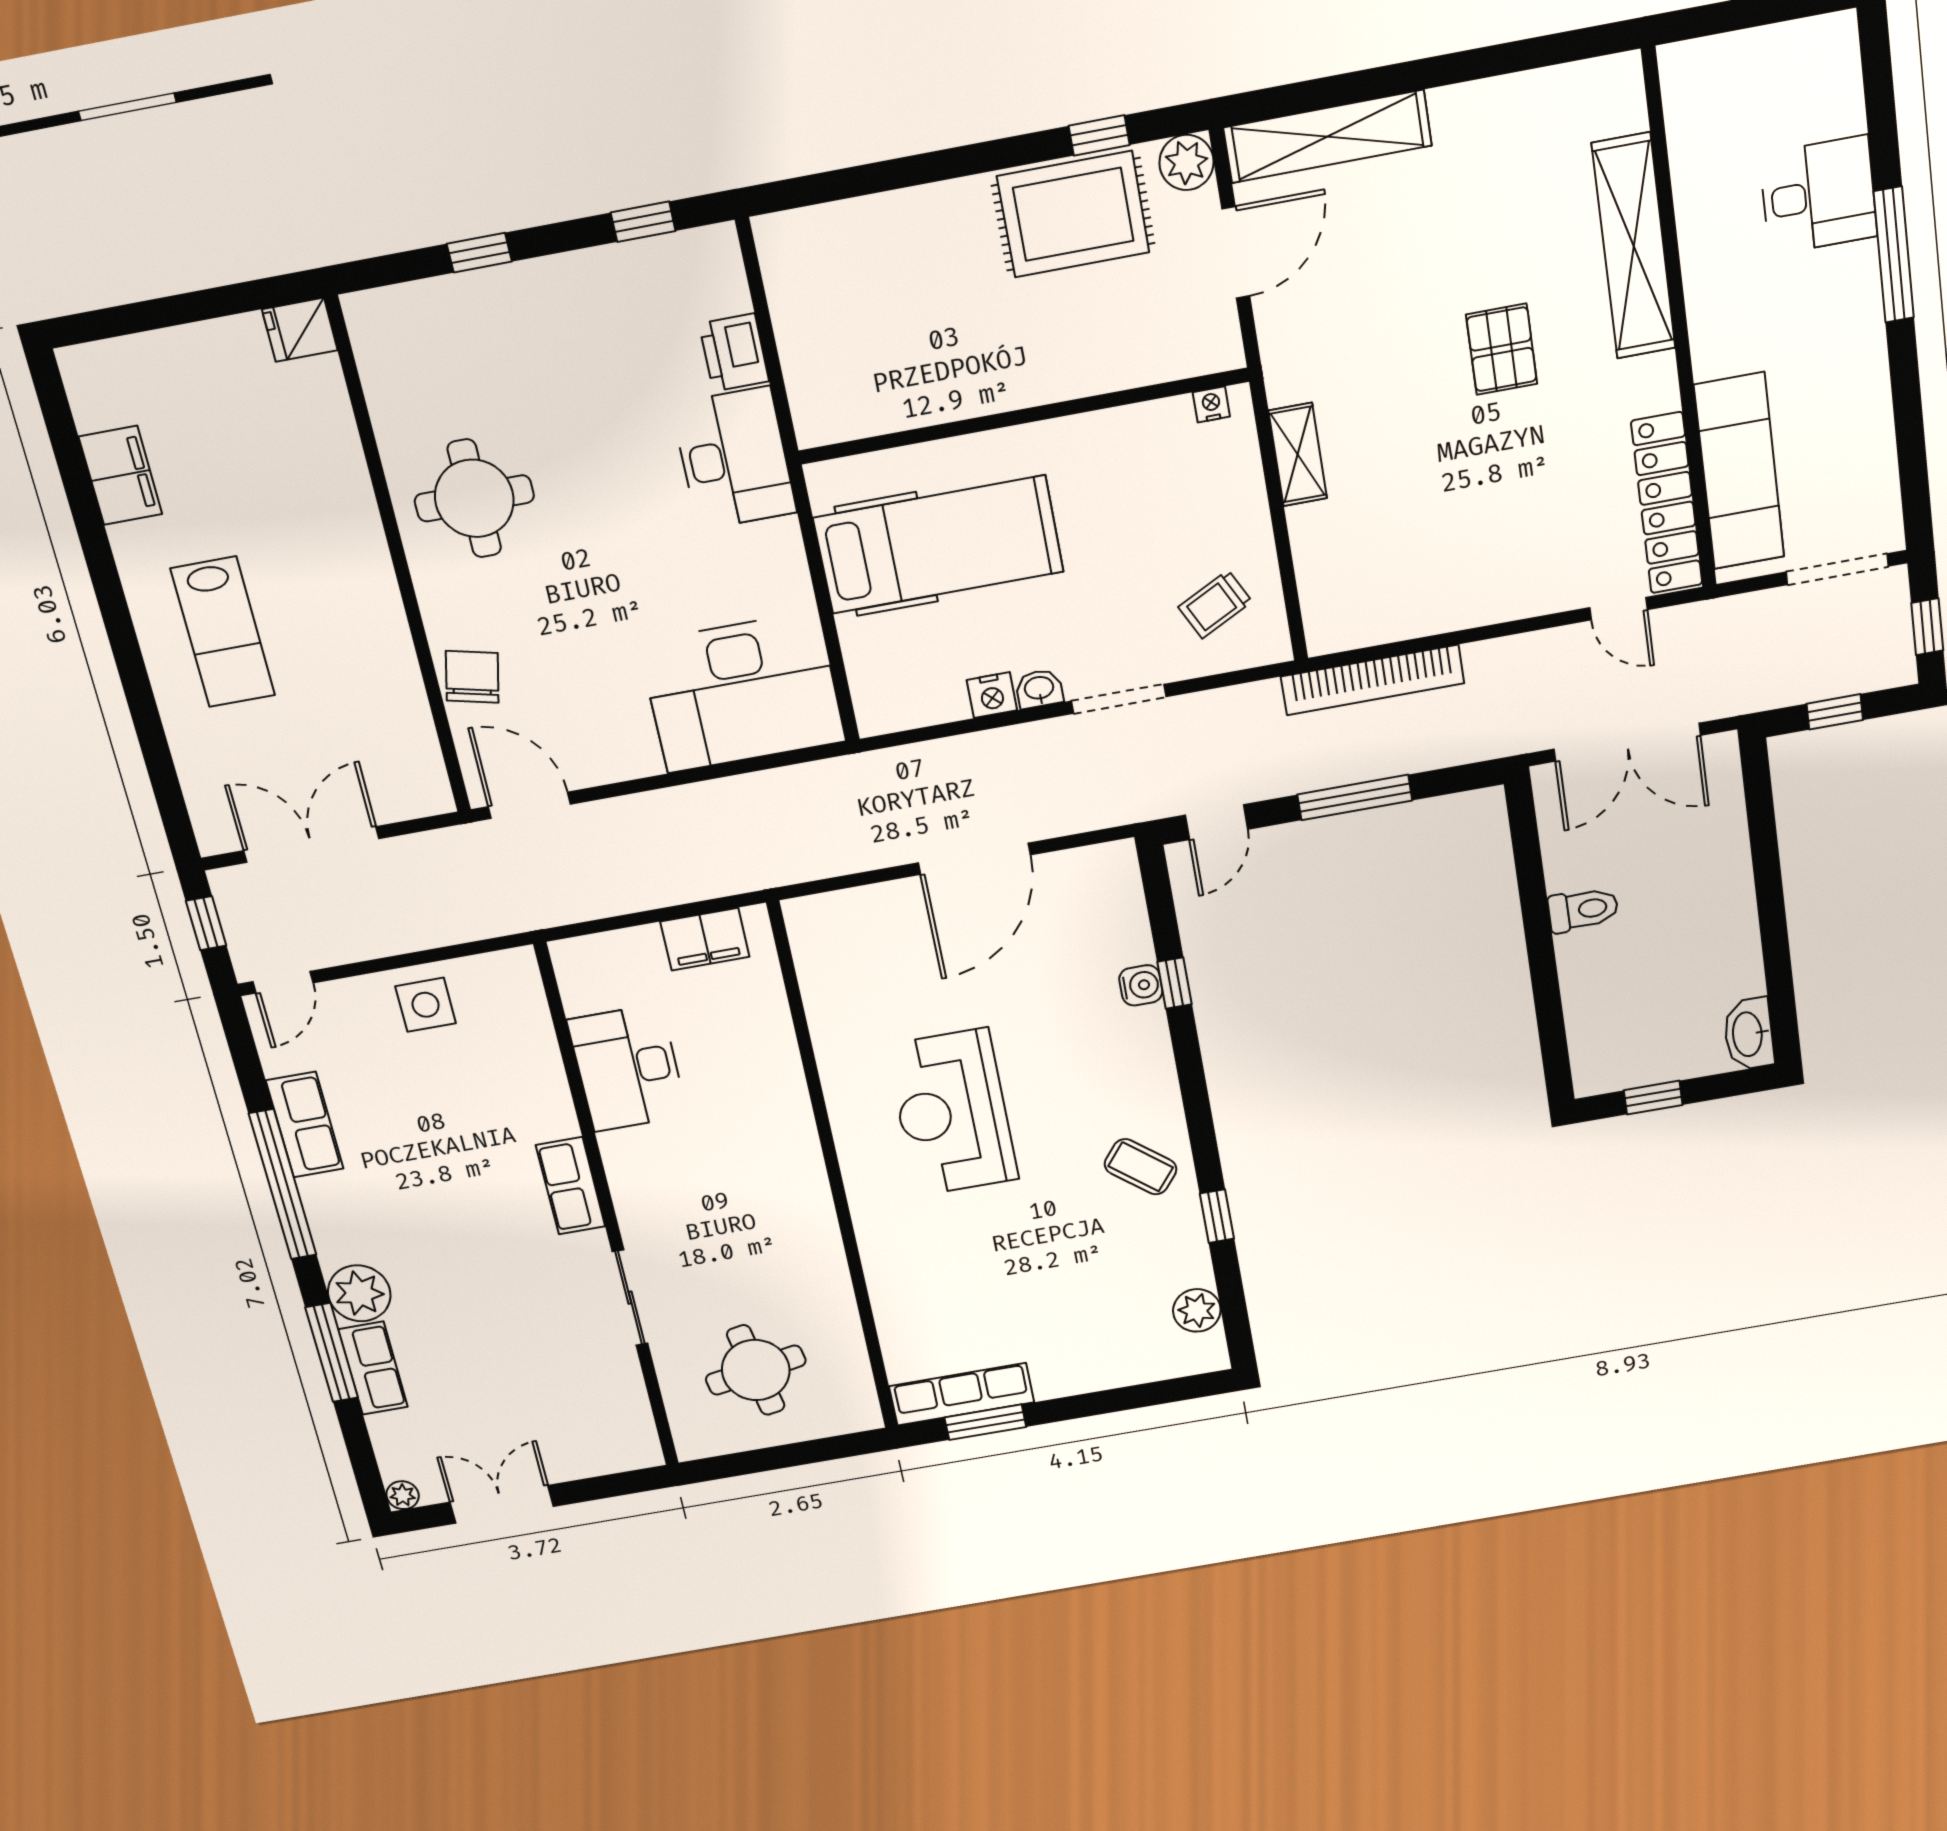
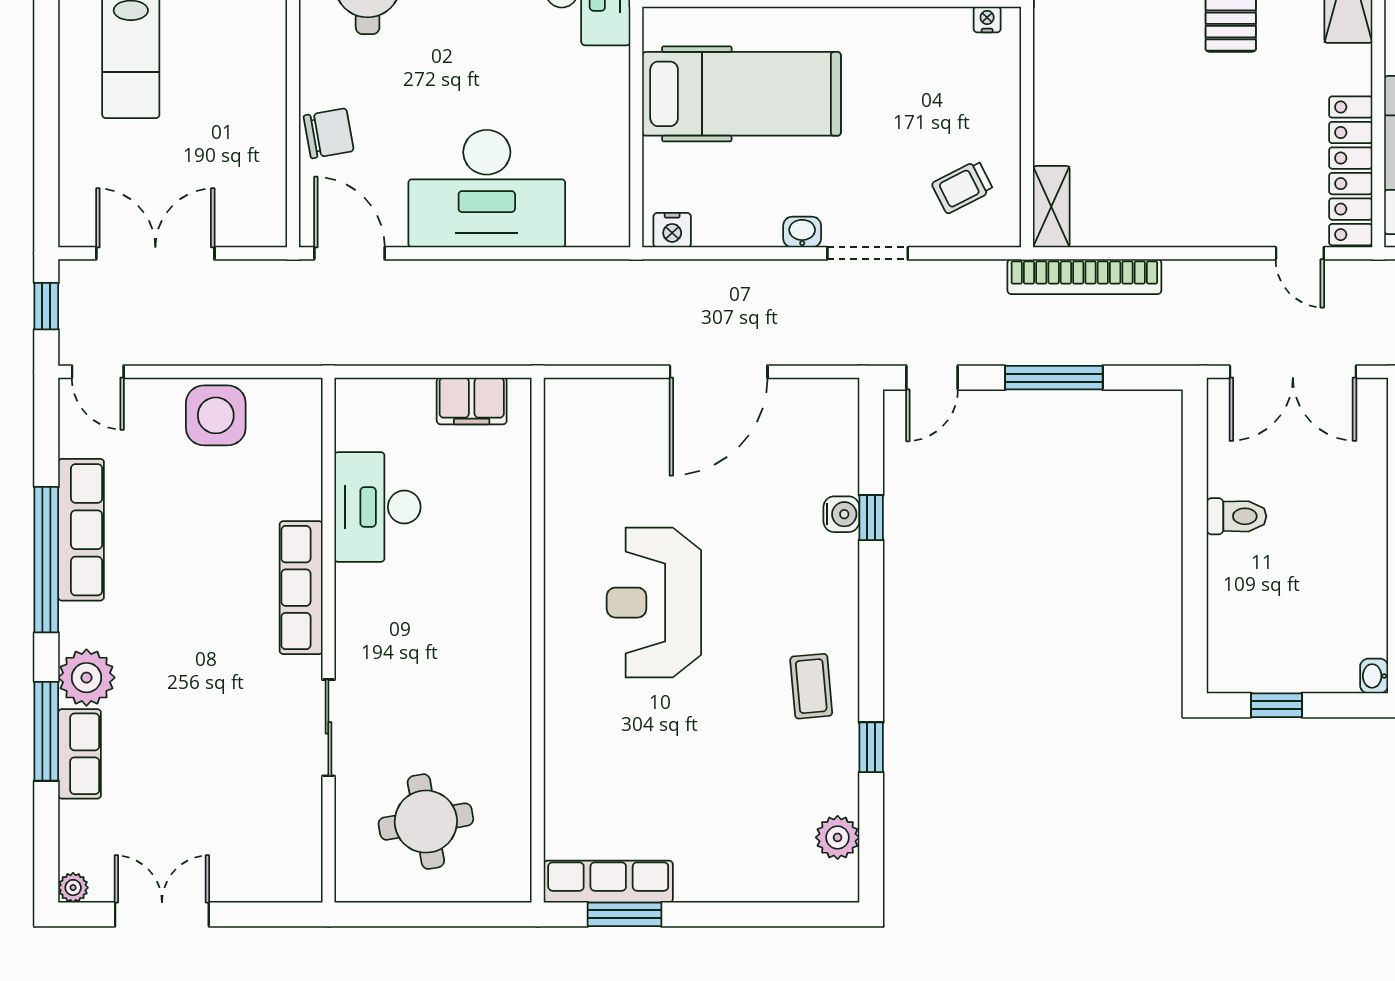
shelving: (1298, 454) -> (1051, 207), moved
chair: (472, 677) -> (329, 133), turned 67
desk: (742, 692) -> (487, 189), moved
nightstand: (992, 695) -> (672, 230), moved
door: (283, 982) -> (98, 372), hinge flipped
side table: (426, 1005) -> (216, 415), width x1.37, depth x1.37
washbasin: (1749, 1034) -> (1374, 676), width x0.52, depth x0.69
row of seats: (305, 1125) -> (81, 530), width x1.48
coffee table: (1141, 1167) -> (811, 686), turned 46
row of seats: (571, 1186) -> (301, 588), width x1.48

